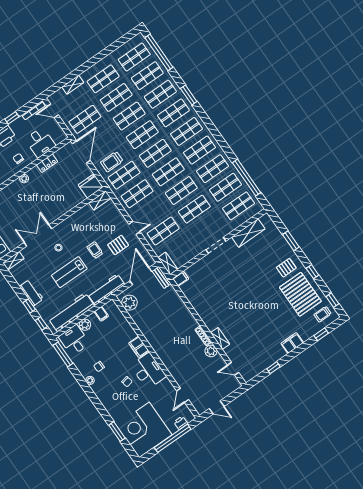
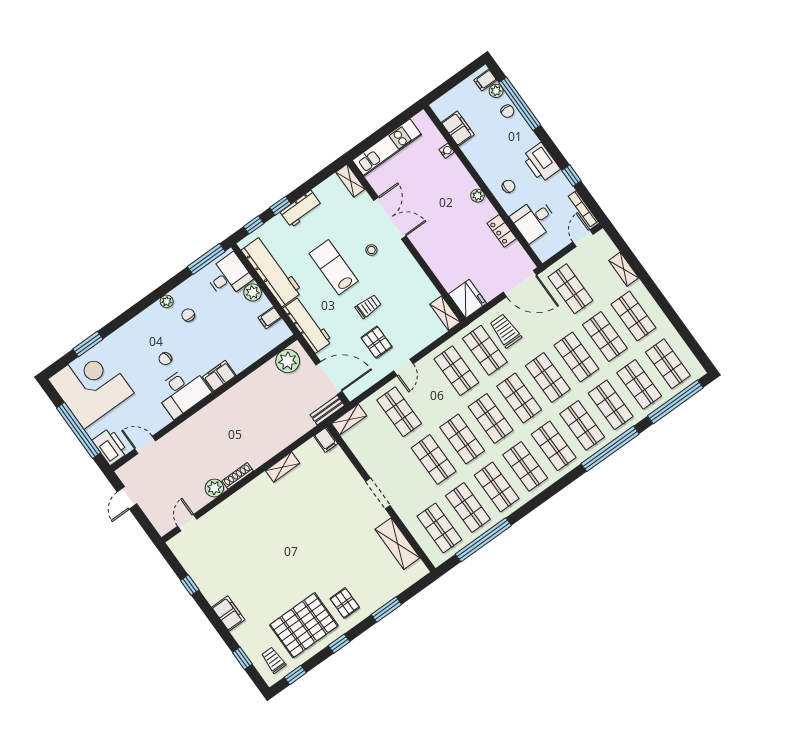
window: (189, 95) -> (610, 449), width x2.11
shelving: (220, 338) -> (283, 467), moved
printer: (181, 423) -> (110, 446), width x1.87, depth x1.48

